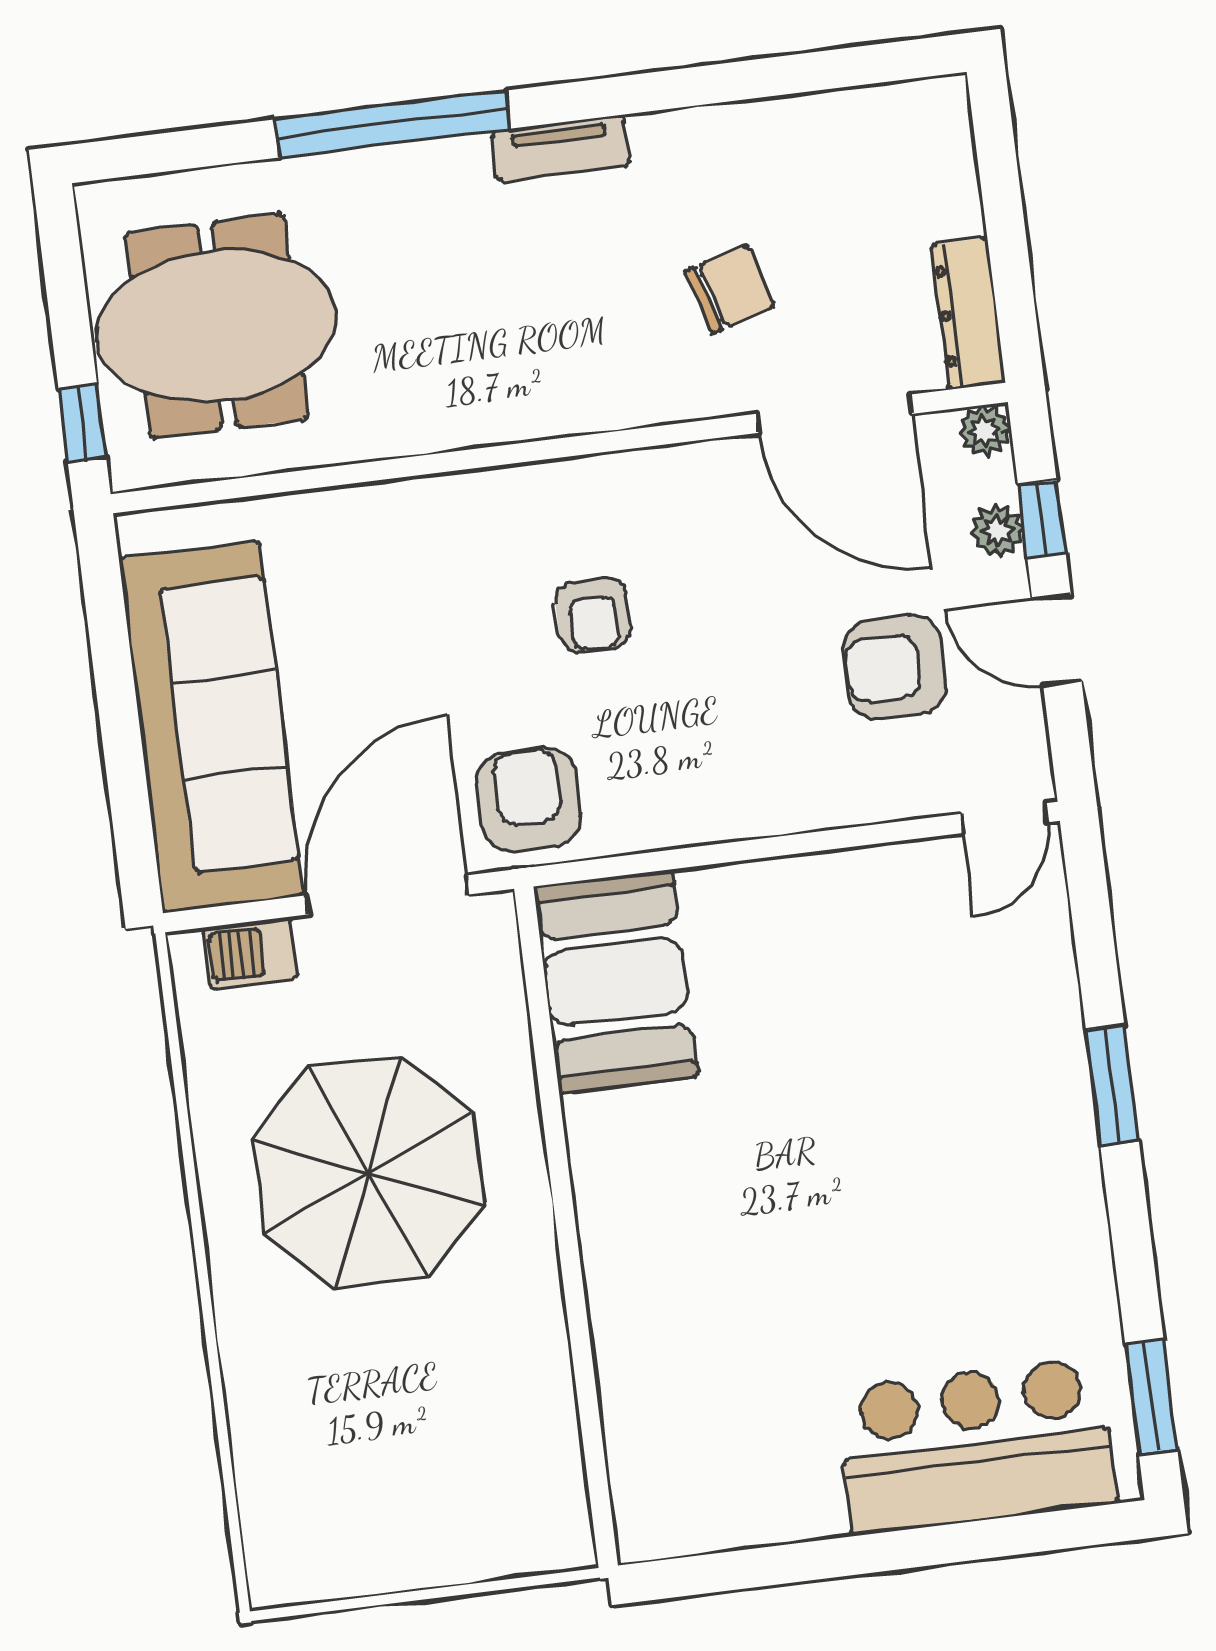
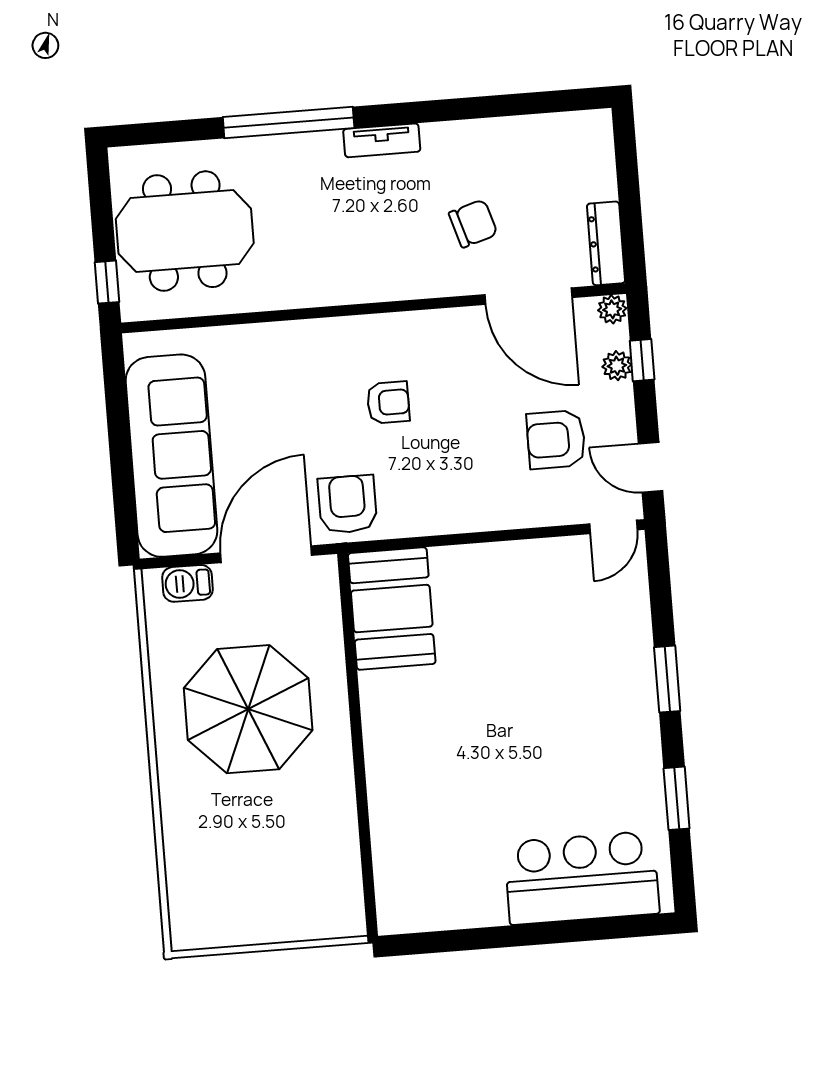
armchair: (593, 615) -> (388, 402), turned -90
door: (1057, 640) -> (651, 467), moved
window: (1151, 1397) -> (677, 798), moved

